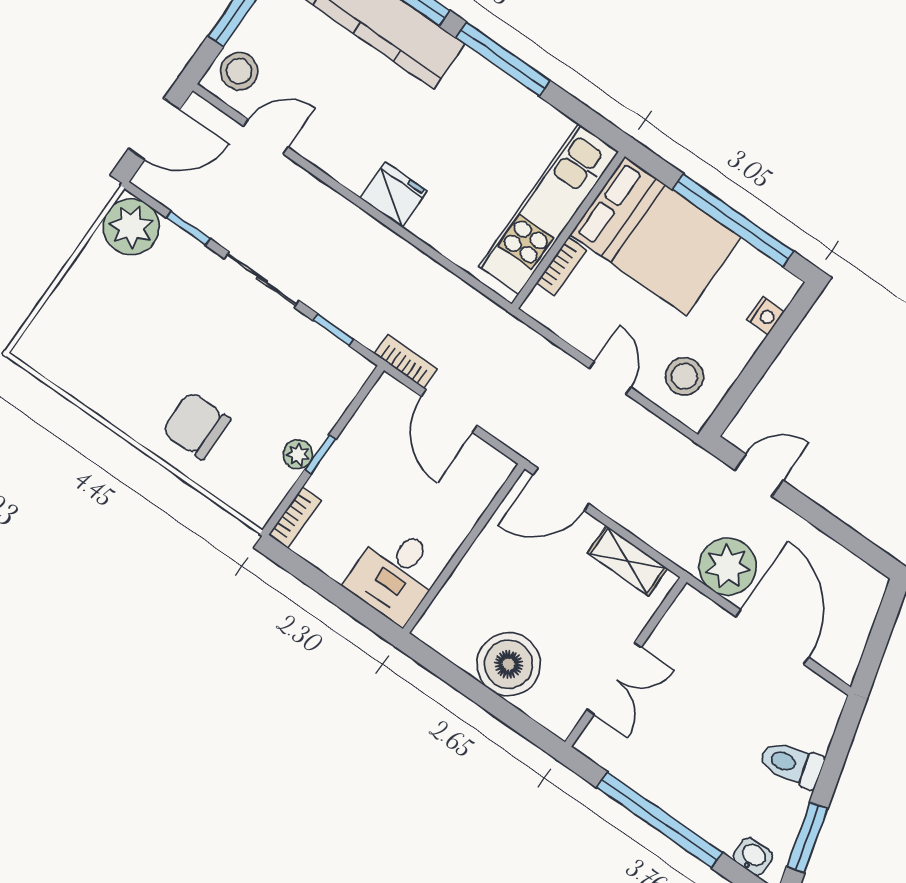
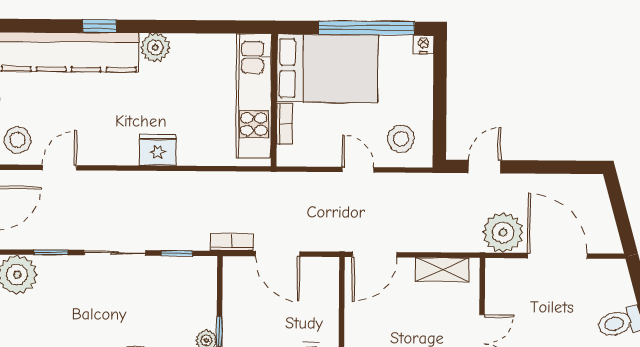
window: (503, 59) -> (167, 26), removed
plant: (473, 74) -> (155, 47), added
nightstand: (765, 316) -> (424, 44), moved, turned -90

